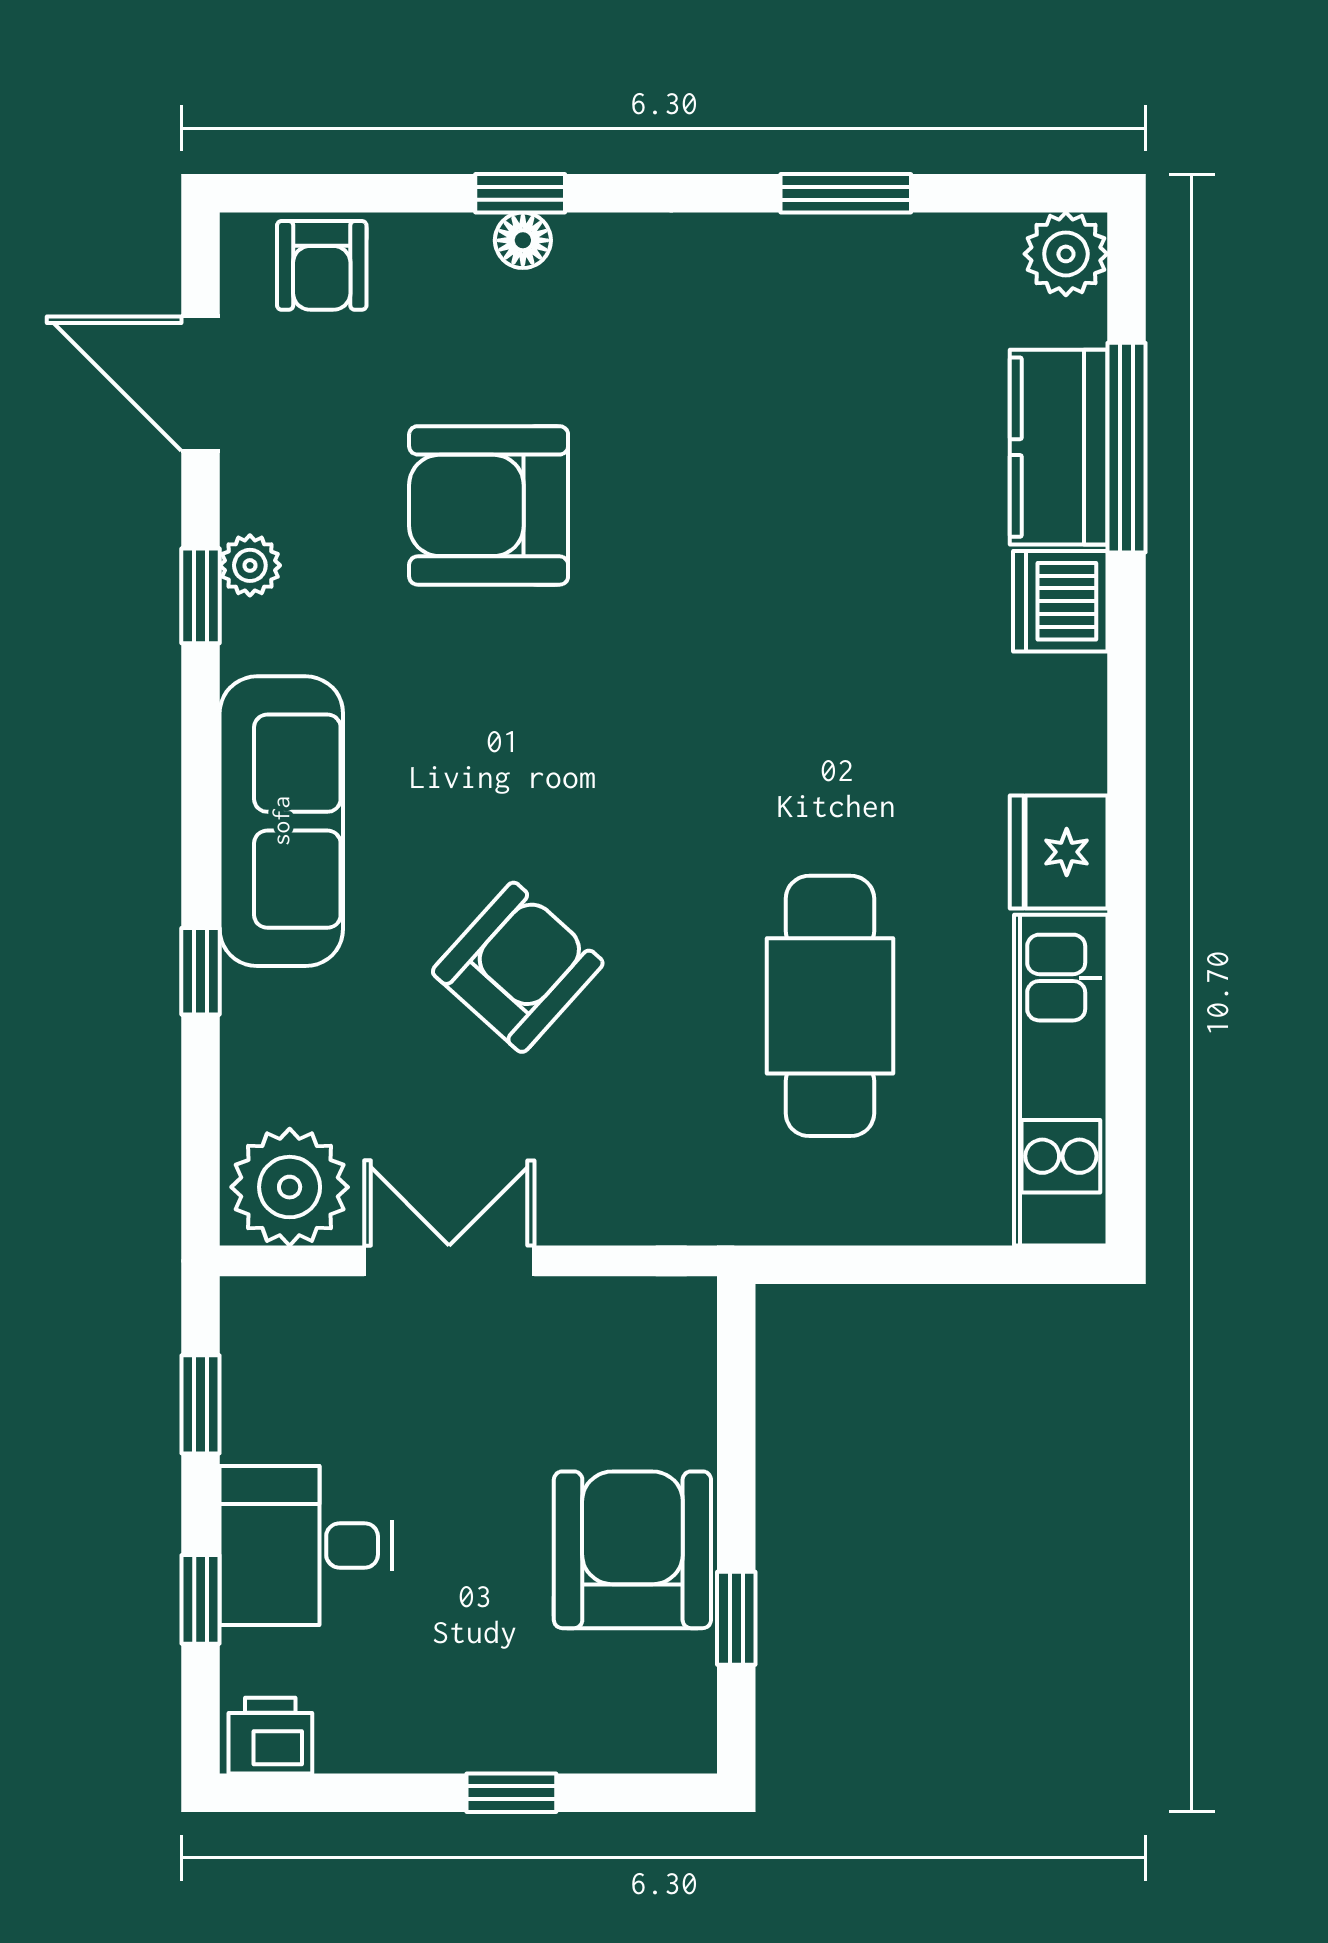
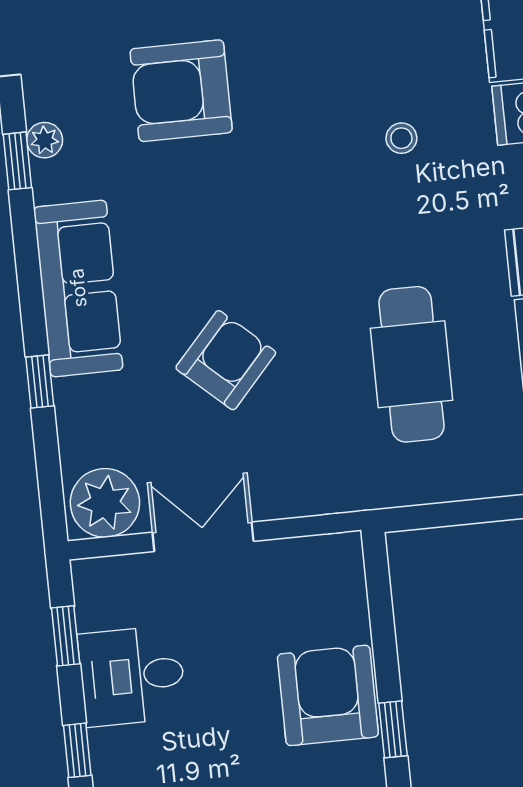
stool: (852, 623) -> (401, 138), added
desk: (306, 1545) -> (132, 676), moved

